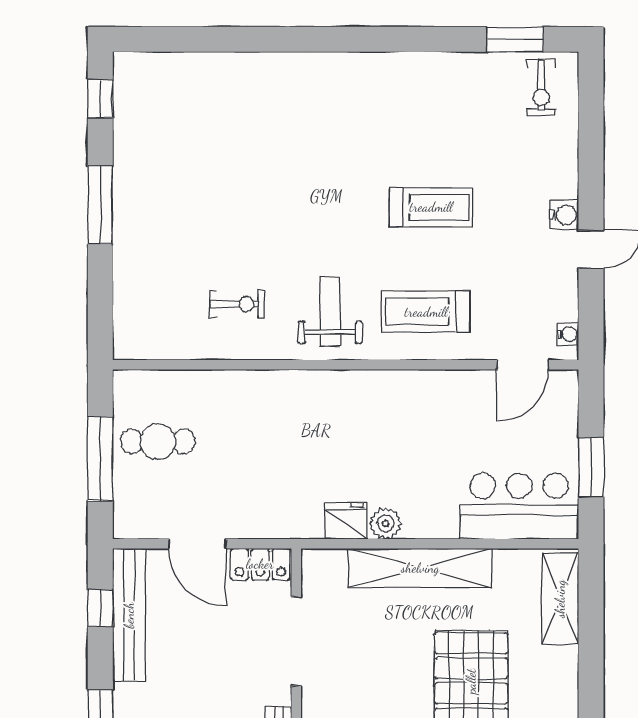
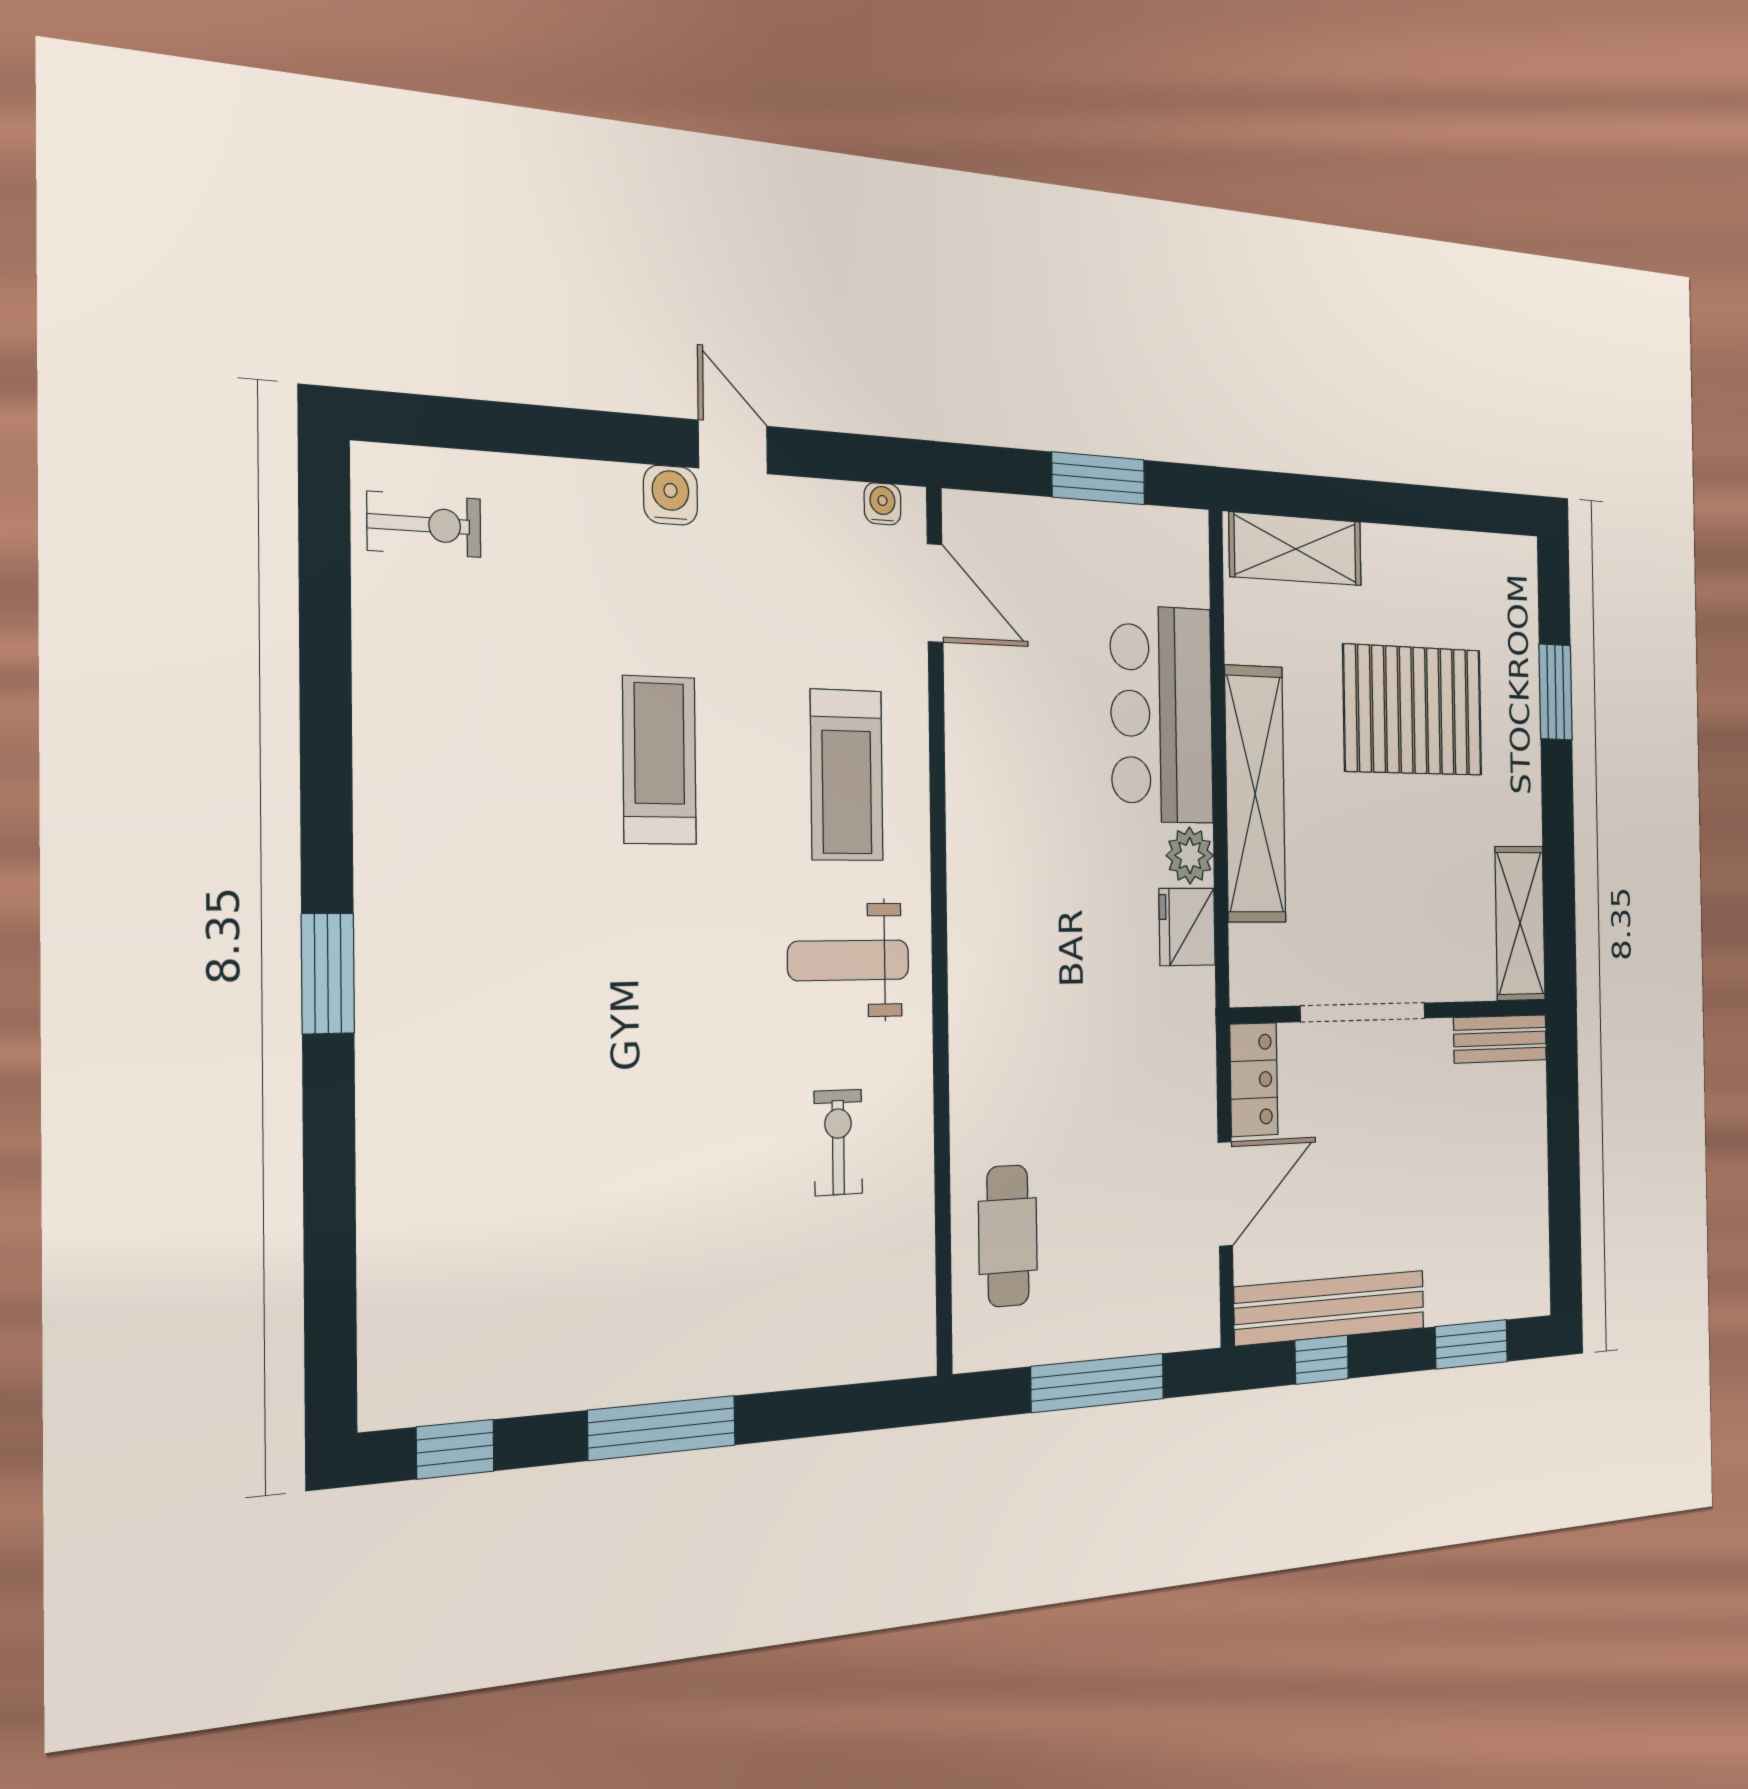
window: (515, 39) -> (328, 973), moved
cafe table: (158, 441) -> (1008, 1236), moved
bar counter: (519, 506) -> (1162, 714), moved

